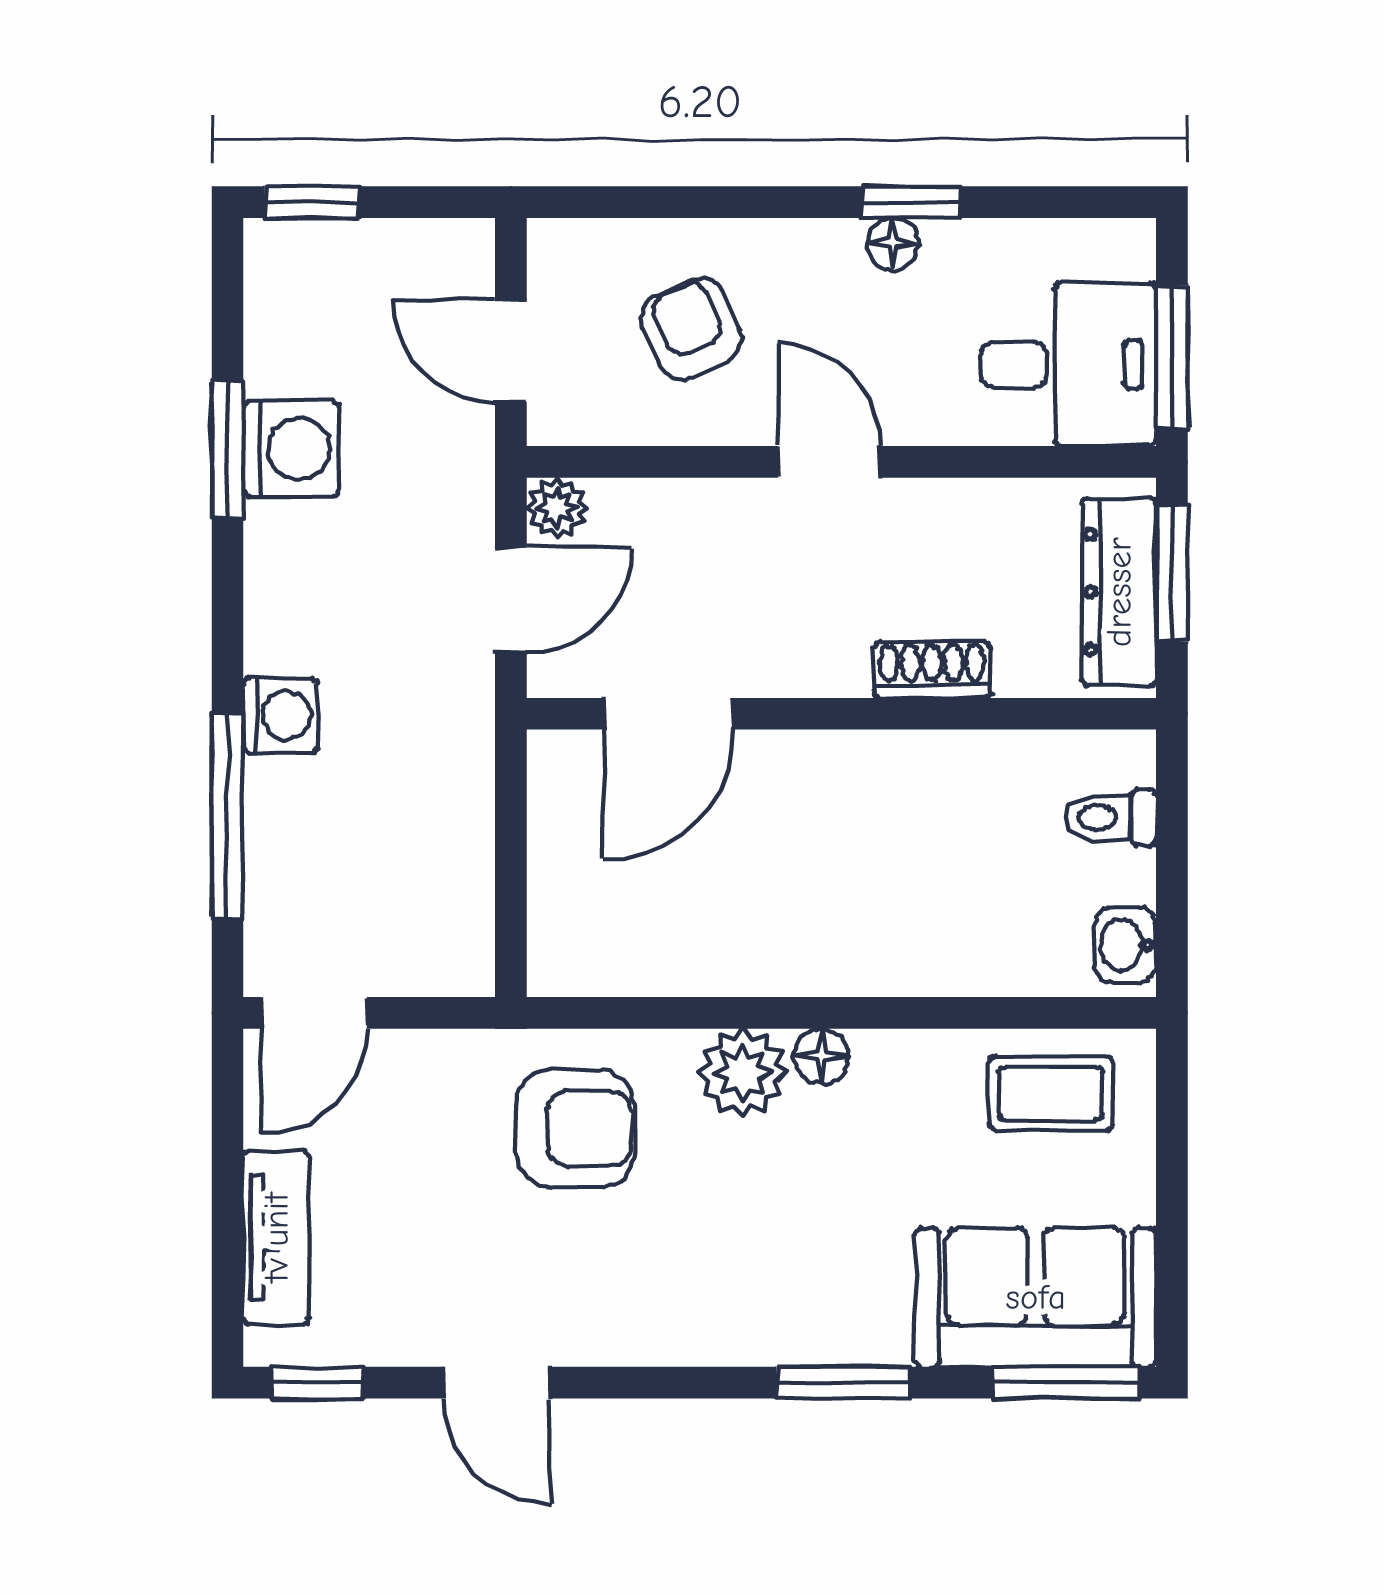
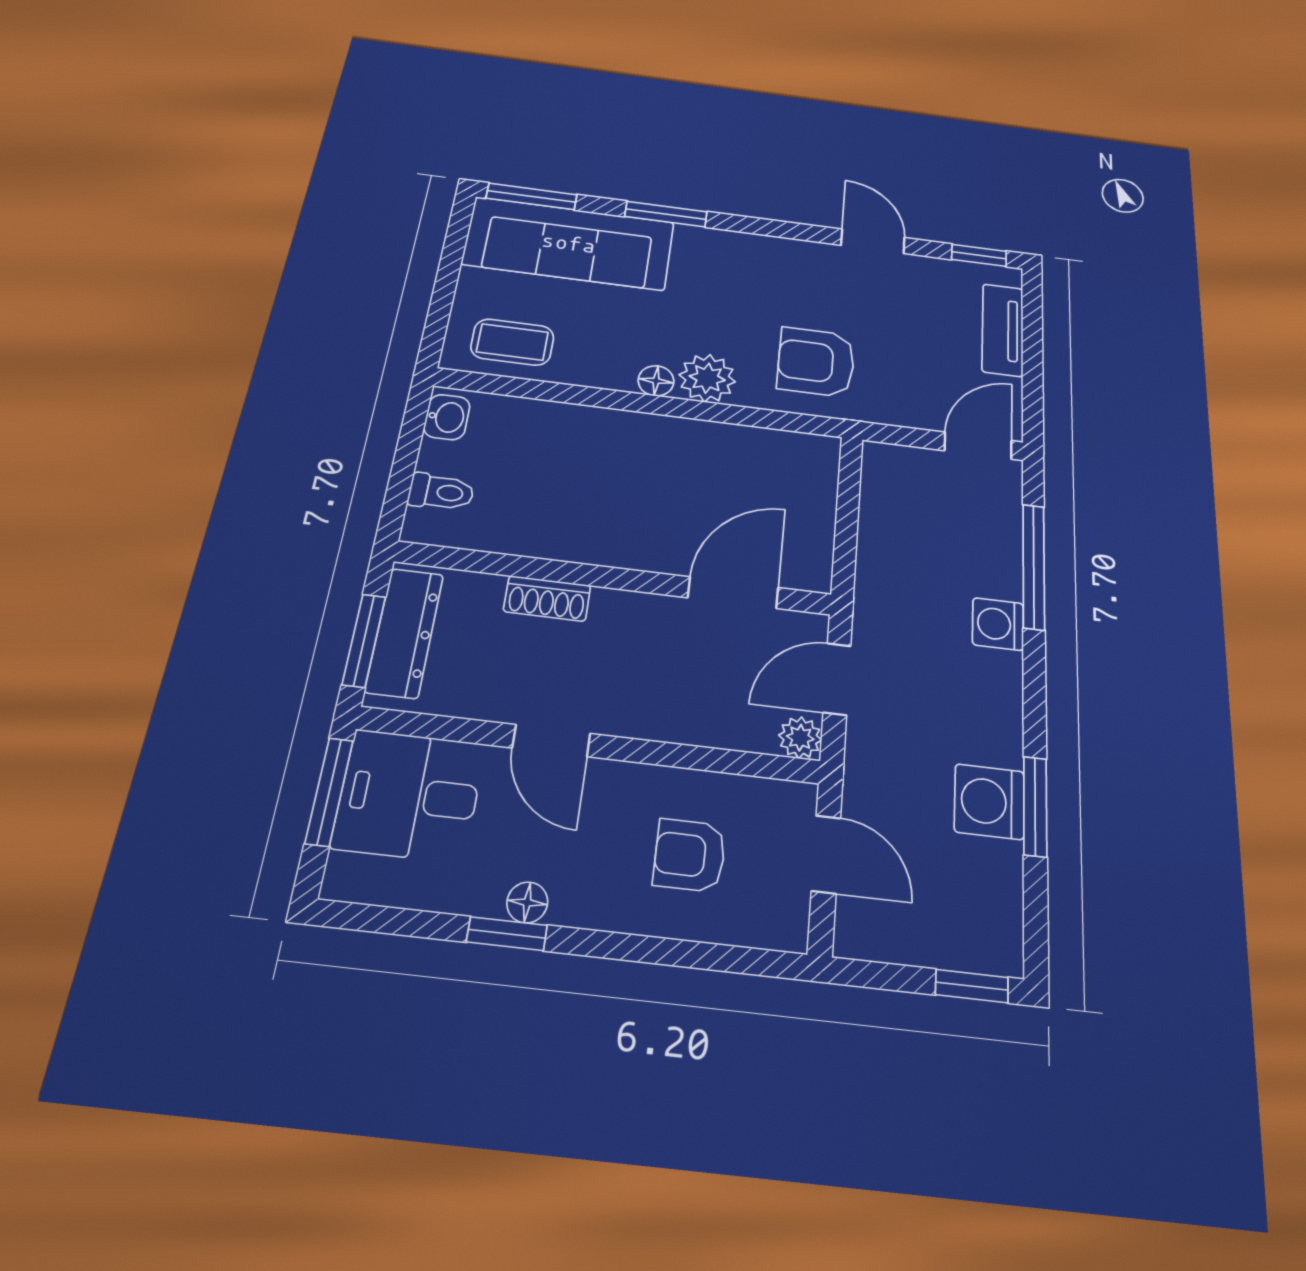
armchair: (691, 328) -> (690, 855), turned 114
door: (829, 462) -> (551, 741), moved
sofa: (1036, 1297) -> (569, 243), width x1.36

